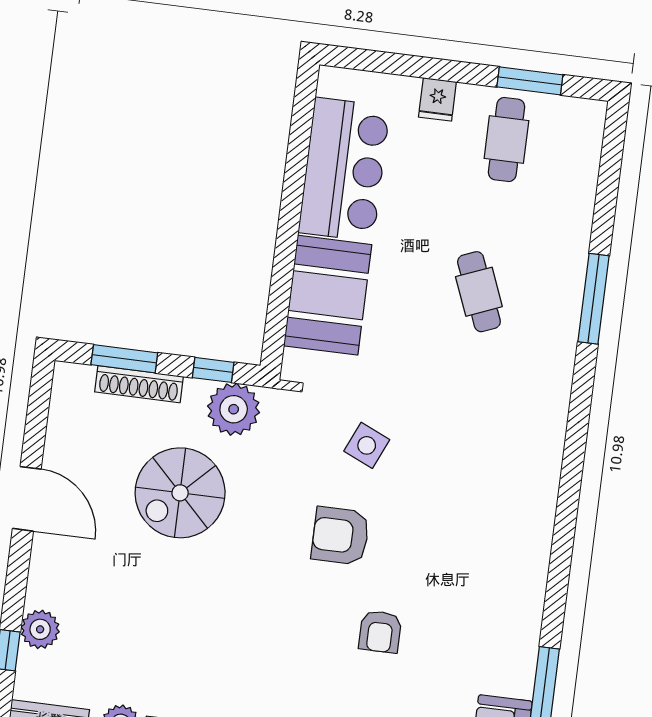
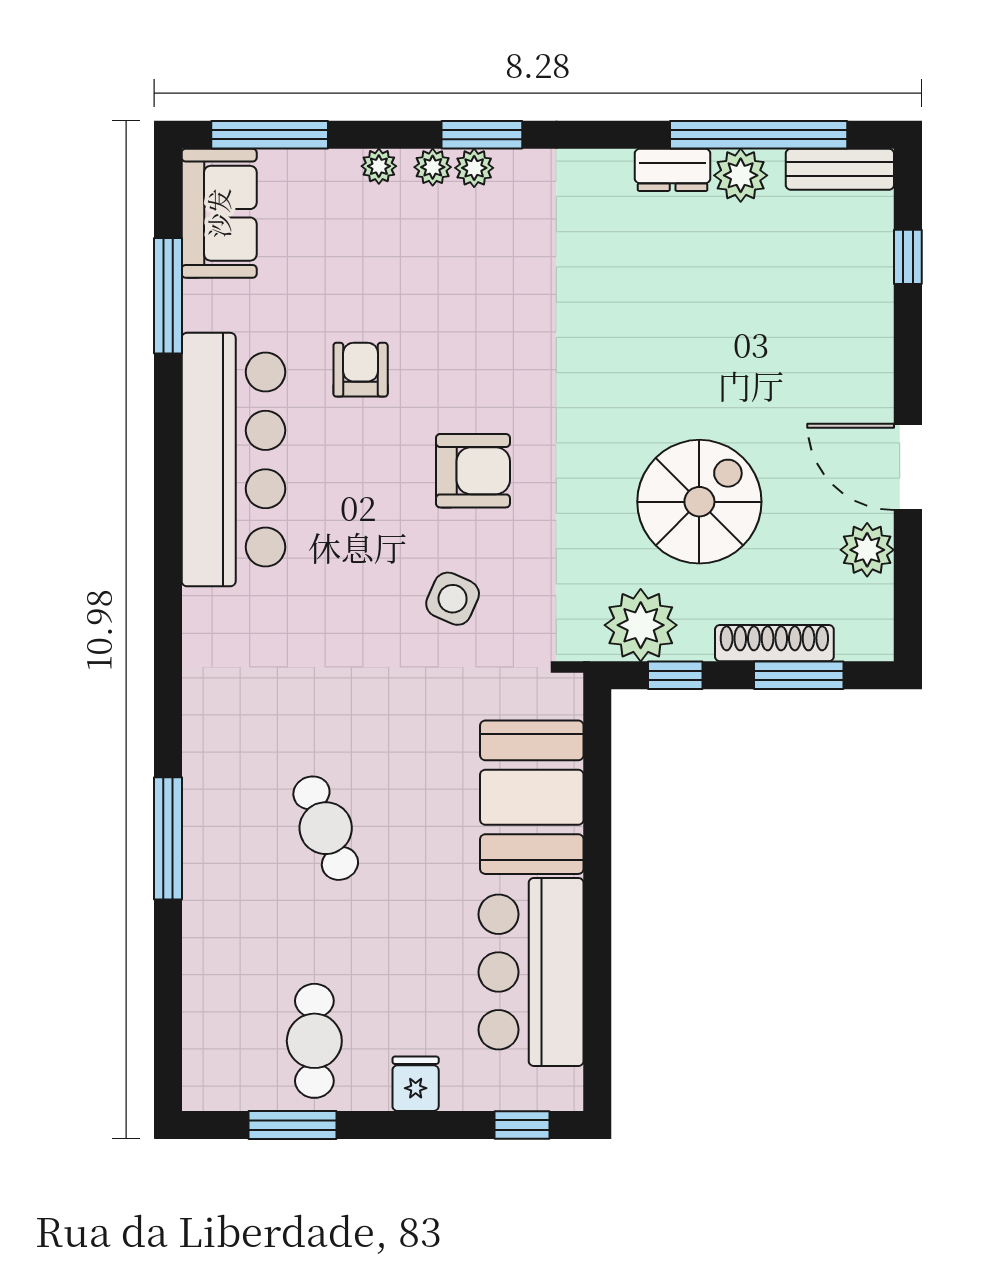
window: (365, 60) -> (522, 1125), added
bar counter: (512, 566) -> (233, 460), added
plant: (40, 629) -> (867, 550), moved
armchair: (380, 632) -> (361, 370), moved

